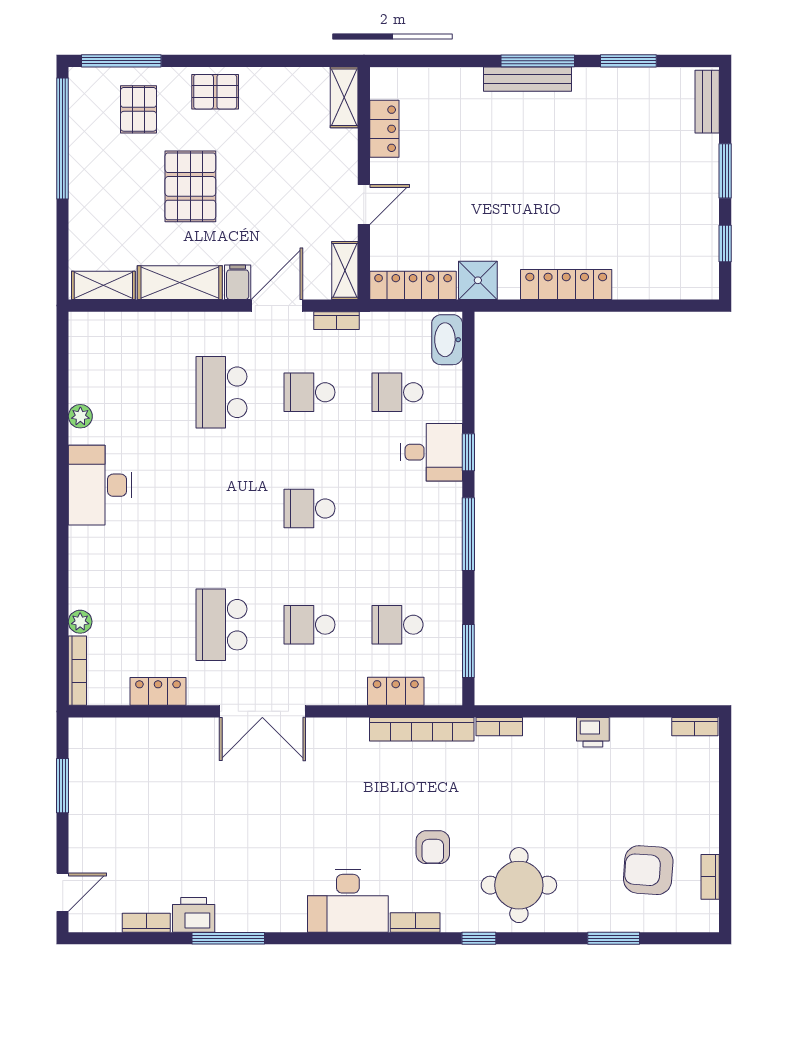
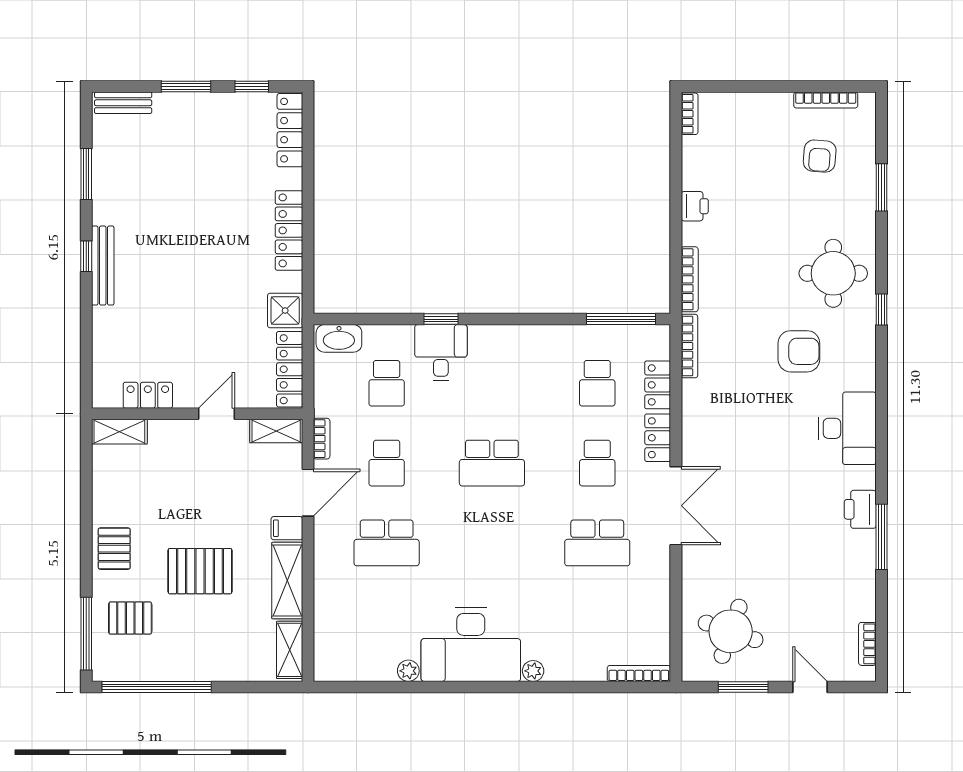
window: (538, 61) -> (86, 256), width x0.46
door: (364, 205) -> (216, 414), hinge flipped
locker: (677, 286) -> (290, 130), added
door: (277, 306) -> (308, 493), swing flipped
desk: (100, 485) -> (471, 644), width x1.36, depth x1.30
school desk: (309, 508) -> (492, 463), width x1.85
window: (468, 534) -> (515, 319), removed
plant: (80, 622) -> (533, 671), moved
window: (468, 651) -> (621, 319), width x1.44
locker: (158, 691) -> (658, 438), moved
bookcase: (499, 727) -> (690, 279), width x1.56
bookcase: (422, 729) -> (689, 346), width x0.68, depth x0.76
round table: (124, 772) -> (731, 631), added
armchair: (433, 847) -> (799, 351), width x1.38, depth x1.38
armchair: (648, 870) -> (820, 156), width x0.72, depth x0.72
bookcase: (710, 877) -> (826, 100), width x1.56
door: (63, 892) -> (810, 687), moved
printer: (194, 915) -> (860, 509), moved
bookcase: (415, 922) -> (867, 367), removed
bookcase: (146, 923) -> (867, 644), moved

